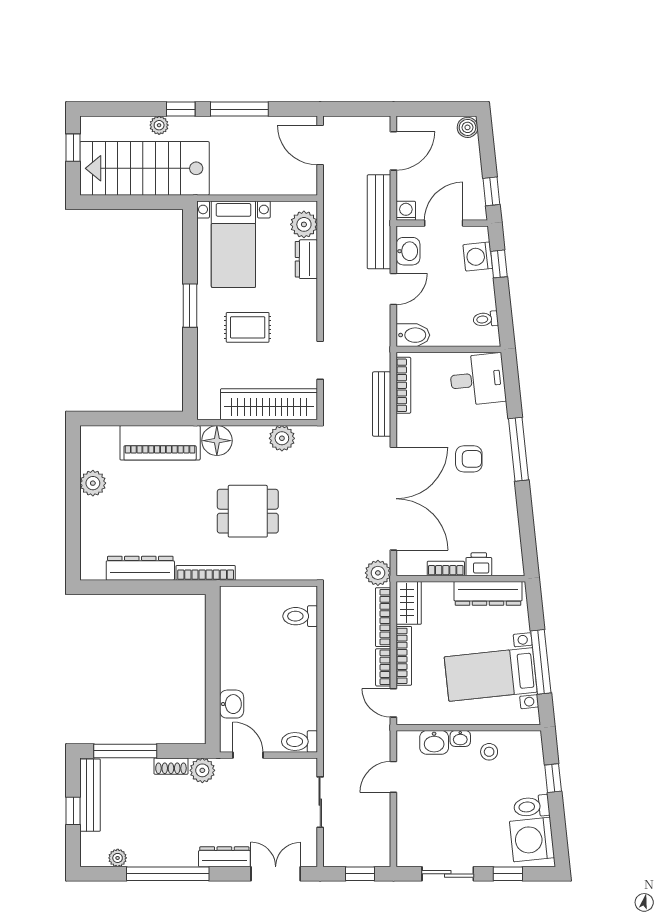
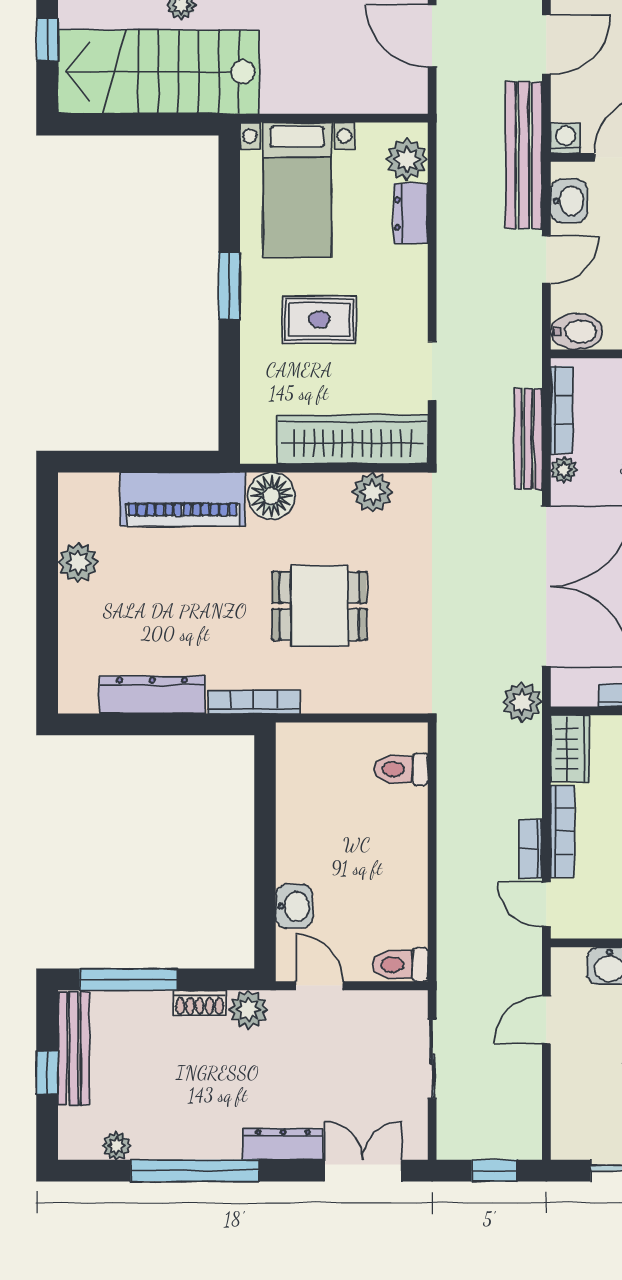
plant: (405, 424) -> (564, 470), added
bookcase: (383, 617) -> (530, 771), removed

